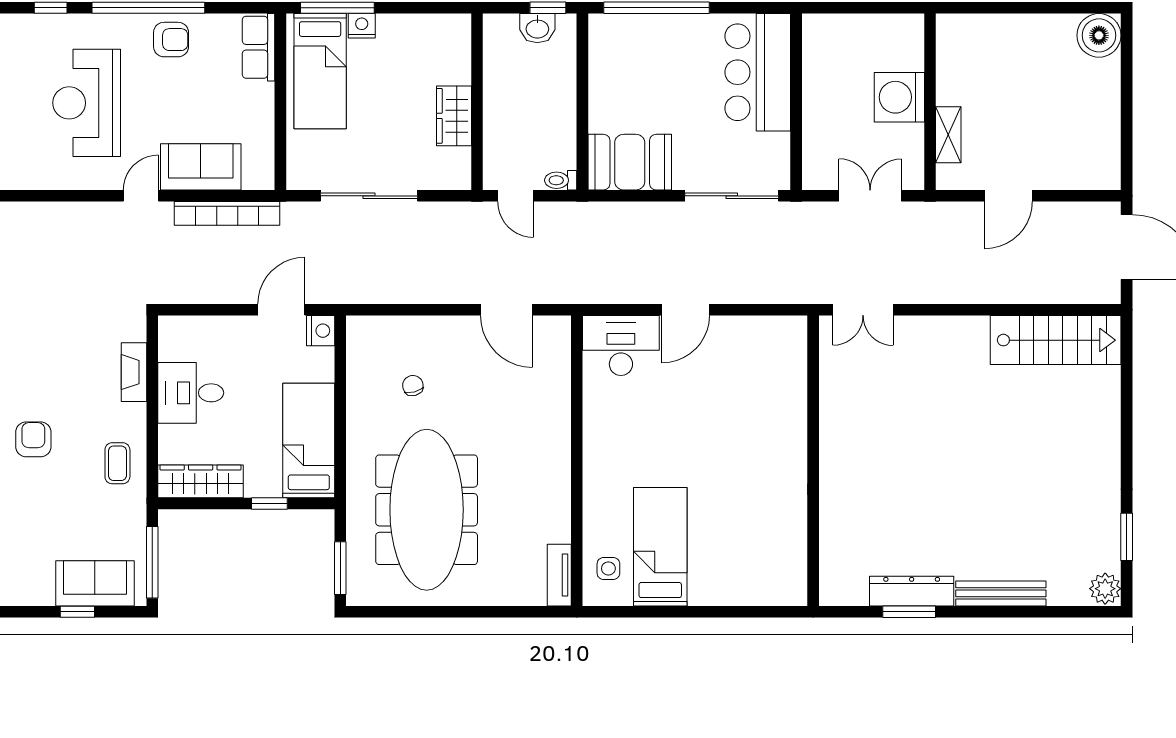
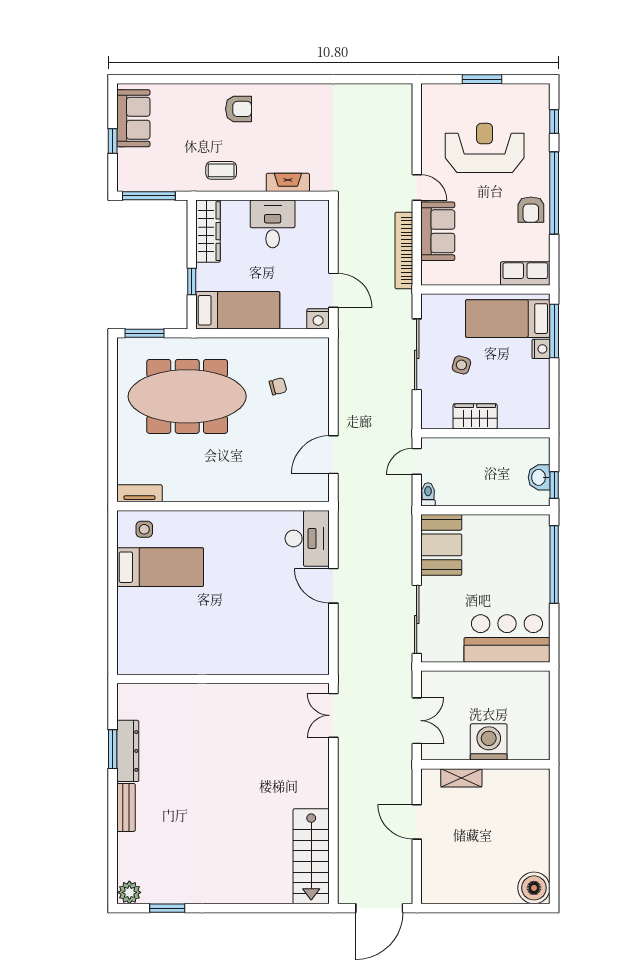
side table: (384, 135) -> (461, 365), added
sofa: (95, 583) -> (133, 118), moved
bench: (1001, 593) -> (126, 807), width x0.73

